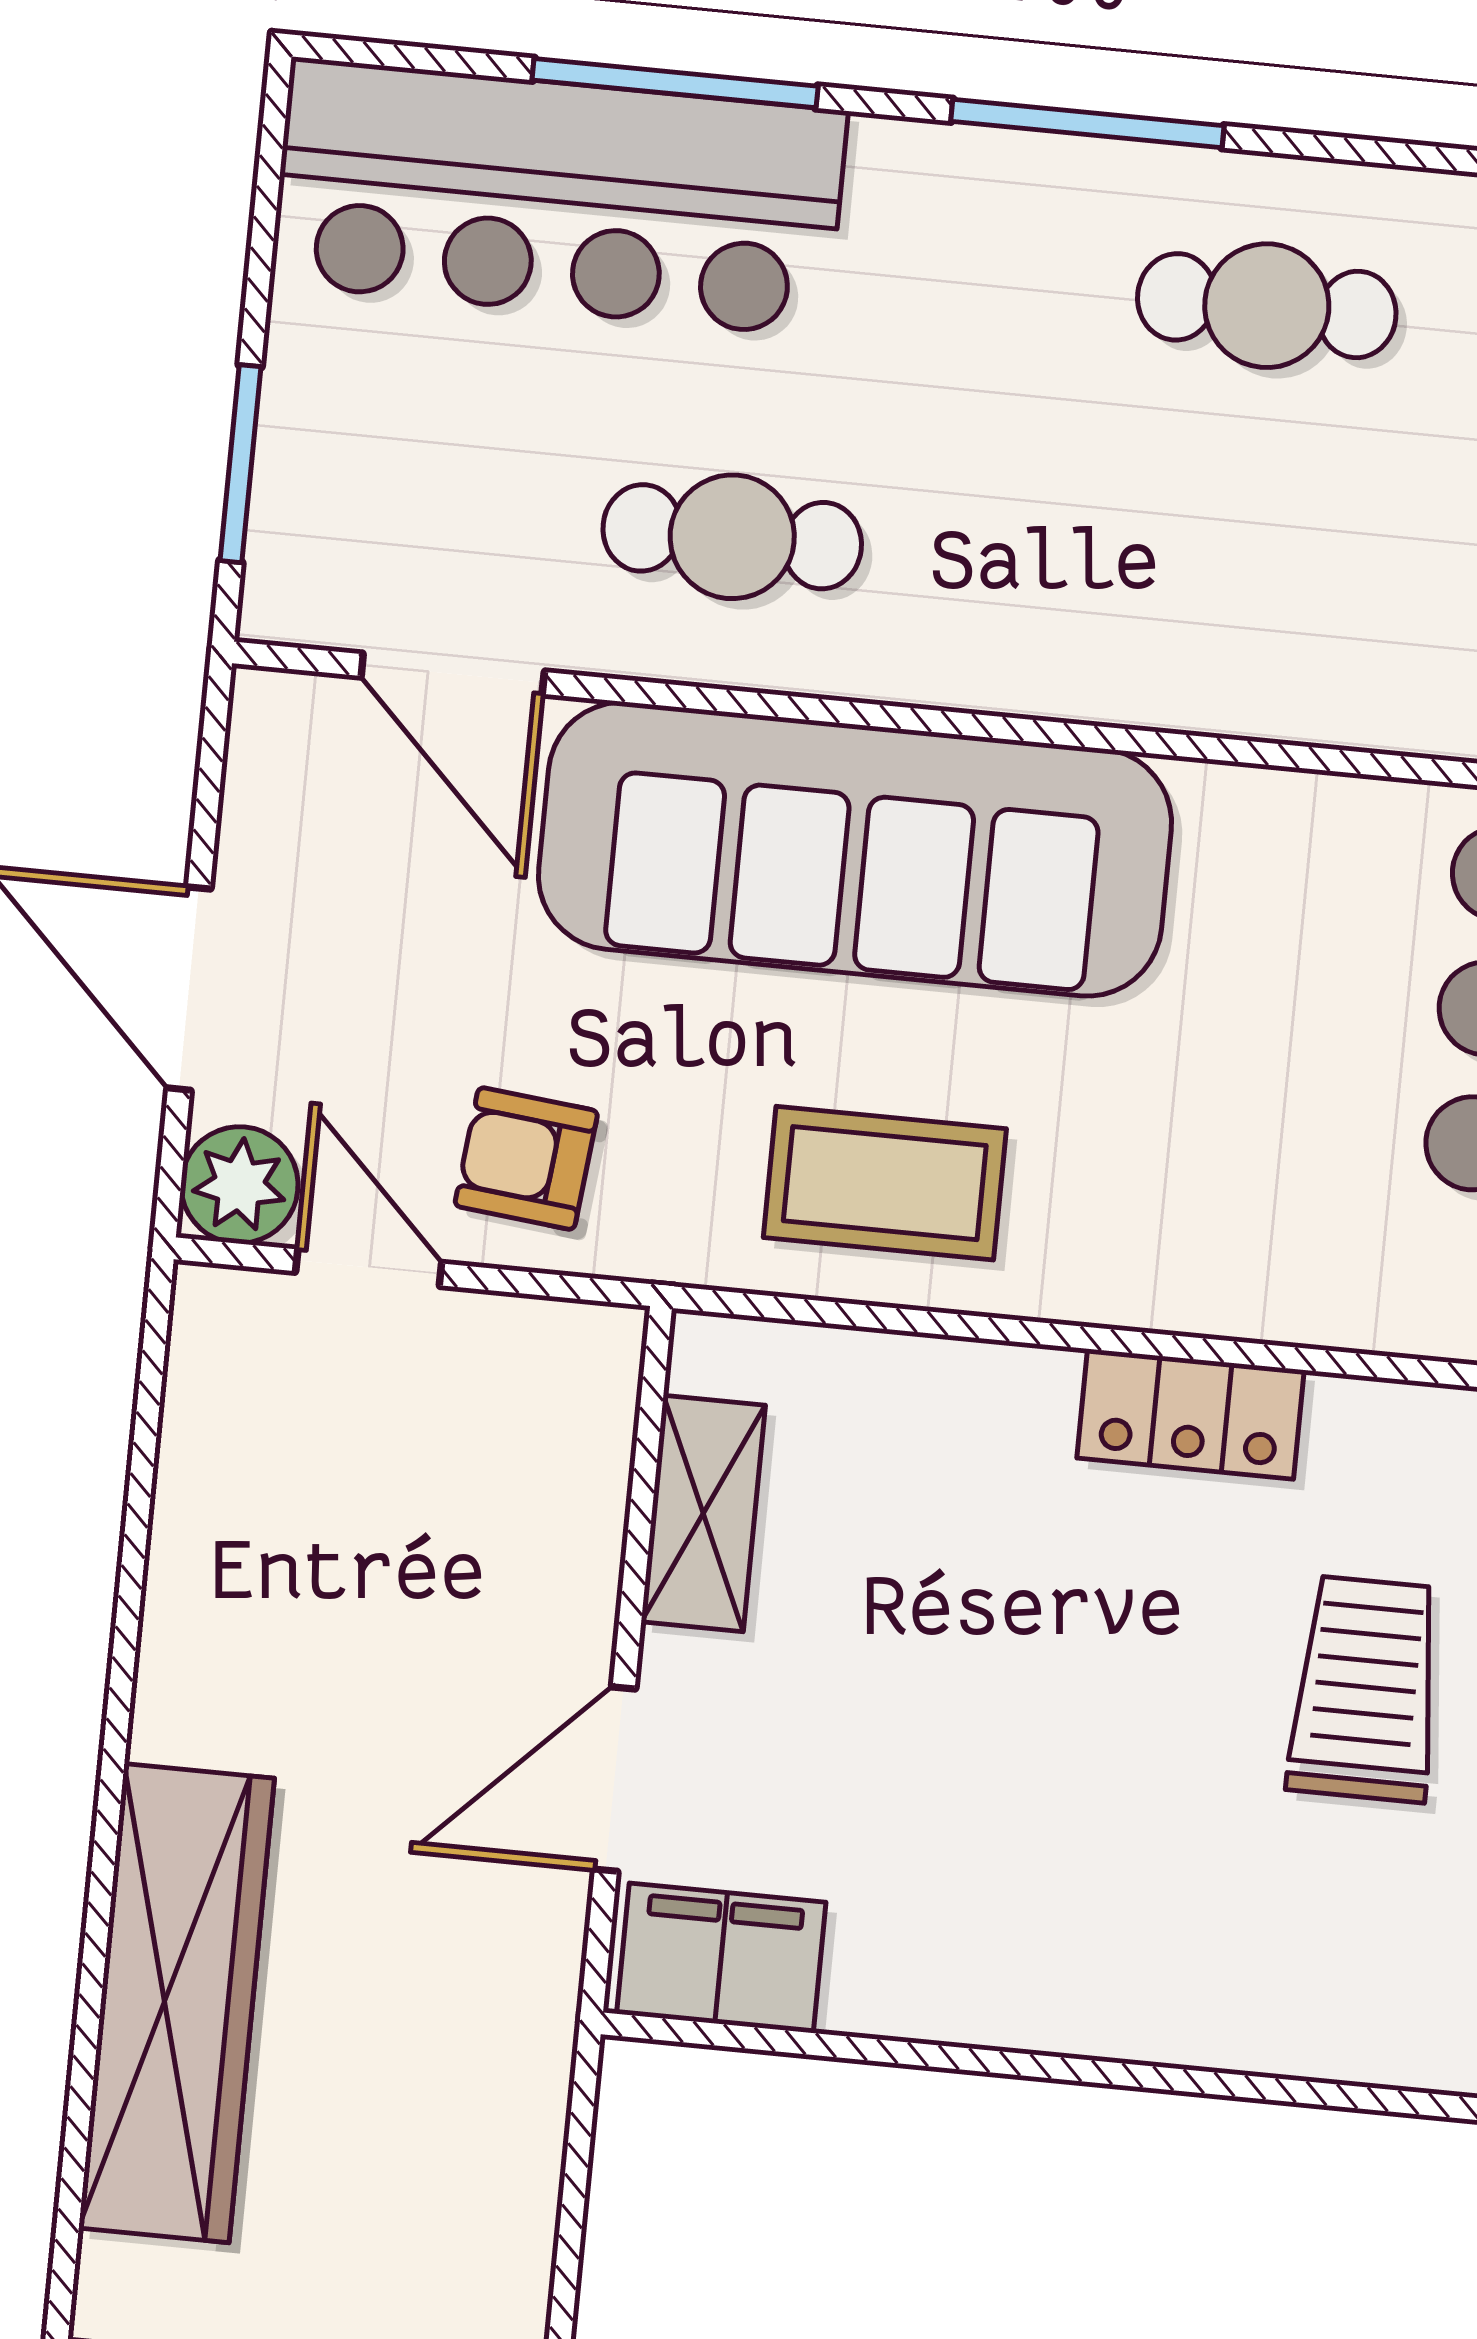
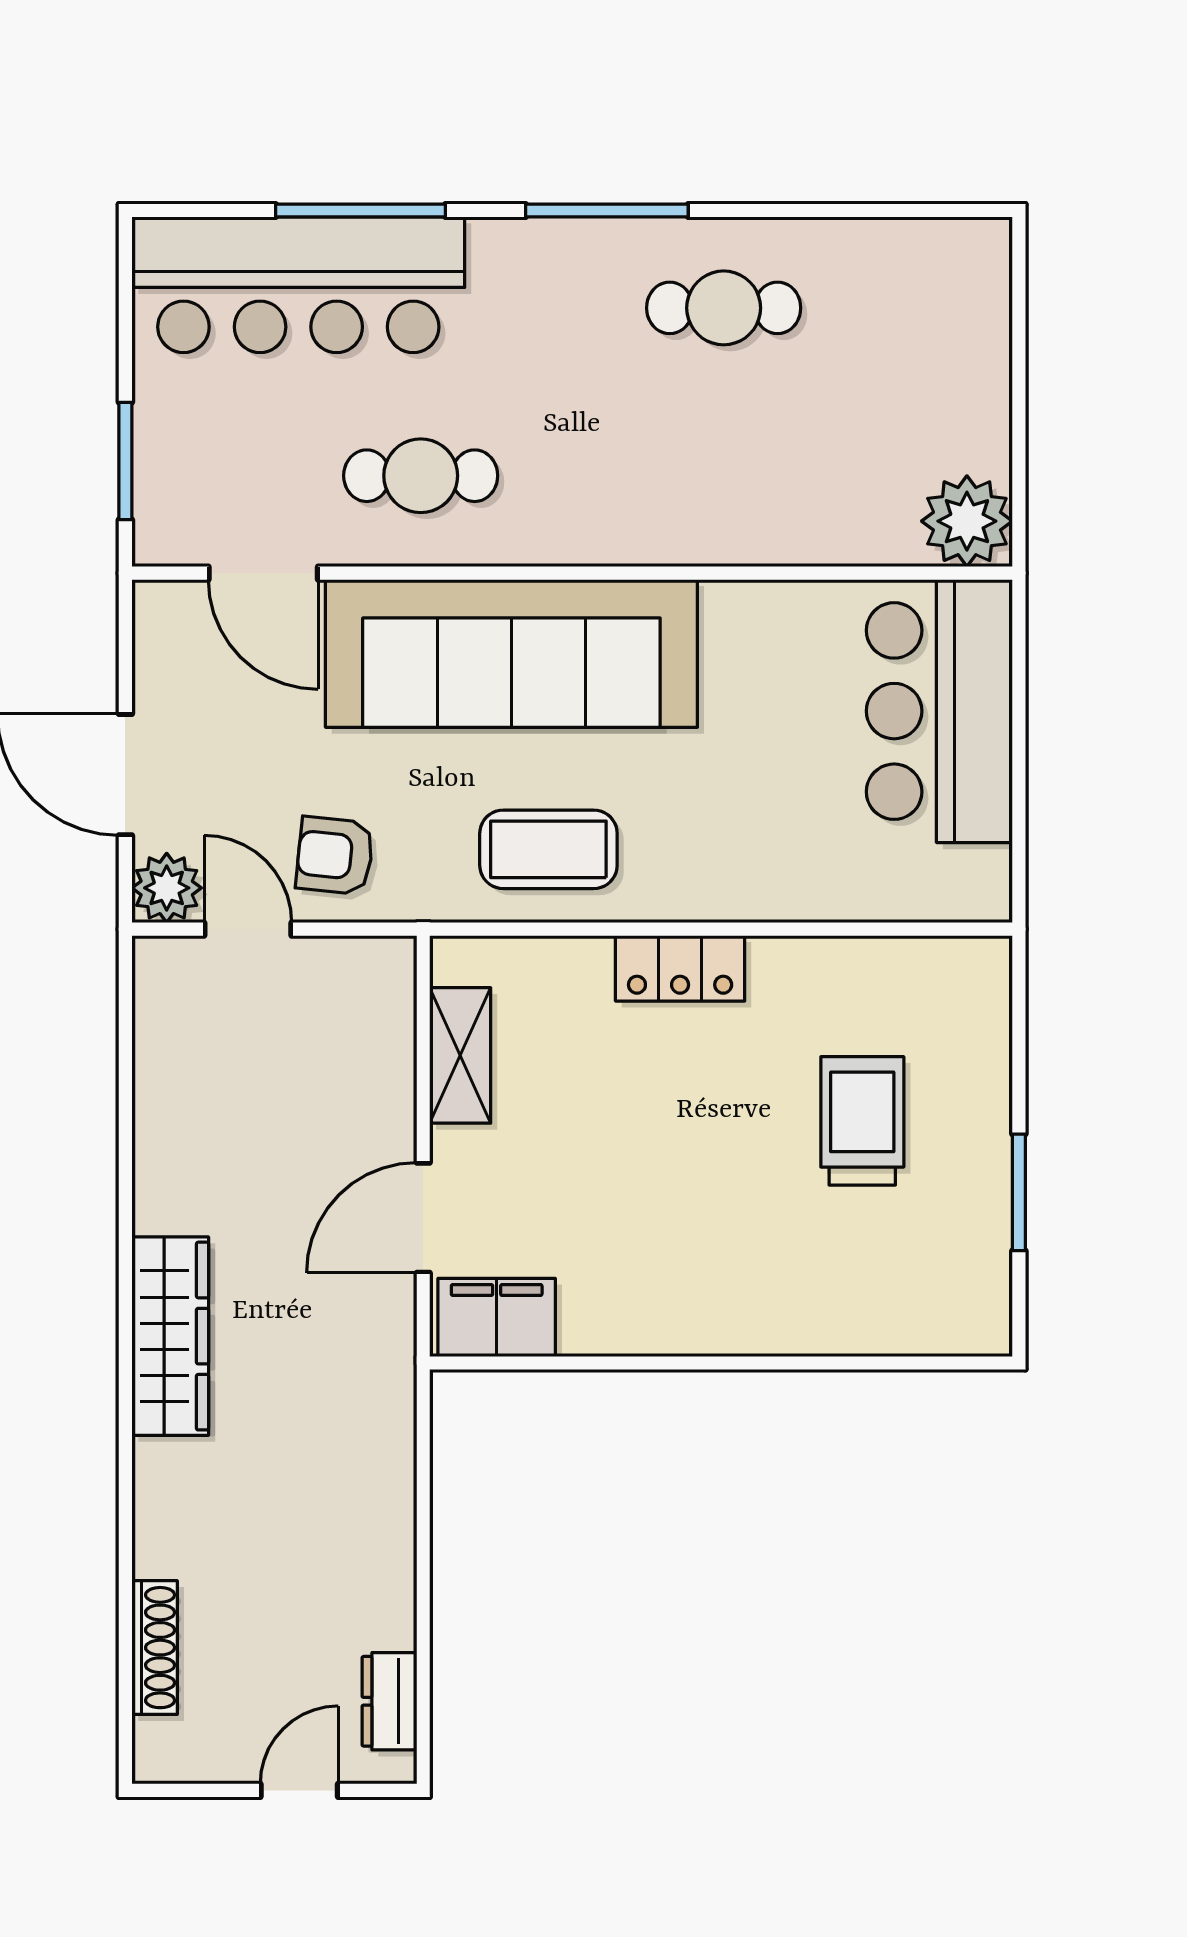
locker: (1190, 1414) -> (680, 968), moved
wardrobe: (176, 2003) -> (170, 1336), width x0.71, depth x0.85

